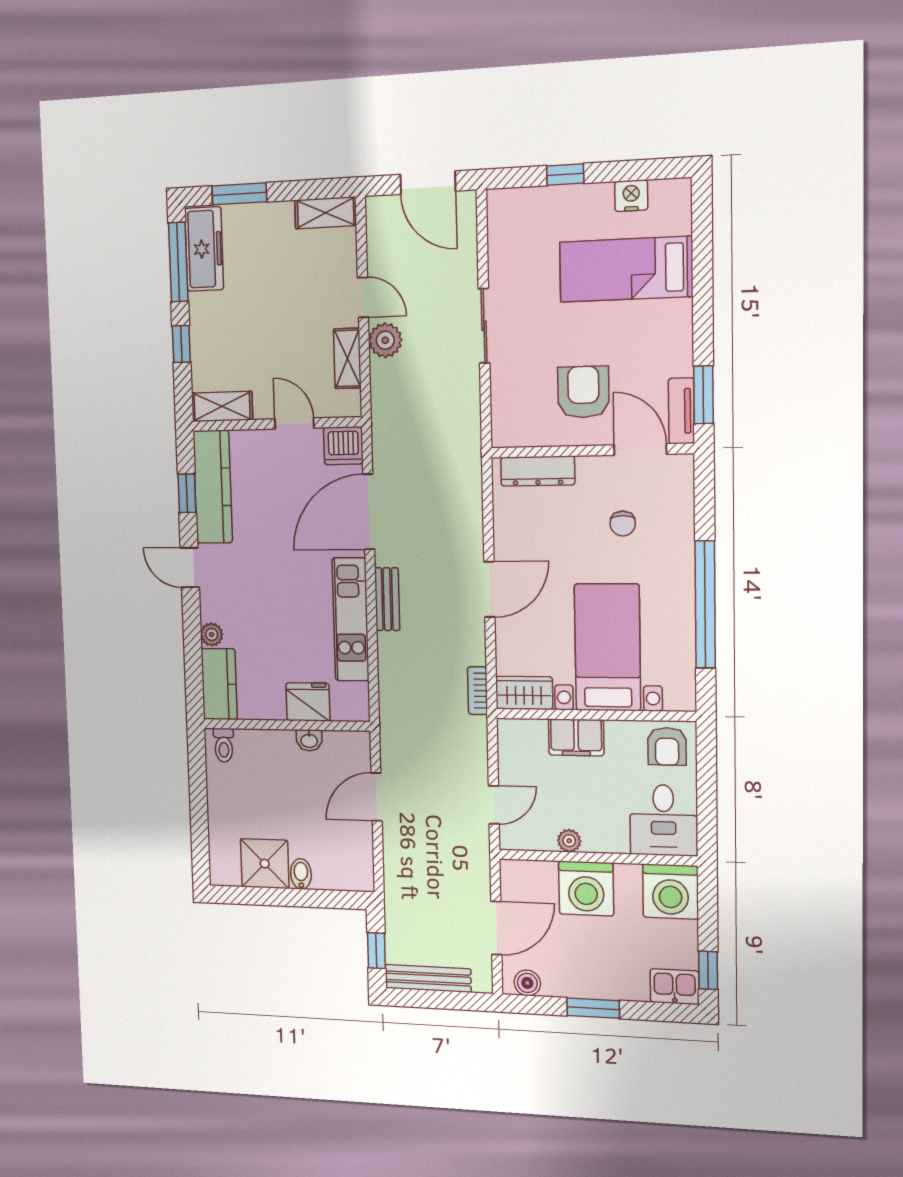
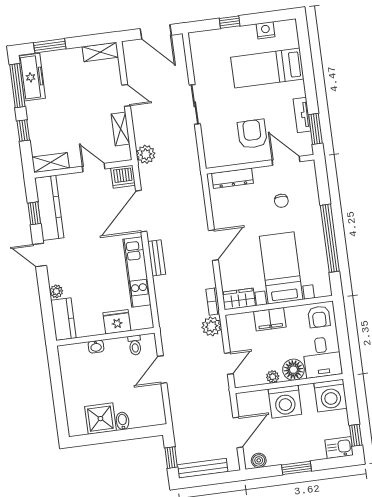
plant: (385, 340) -> (146, 154), moved
tv unit: (681, 411) -> (302, 115), moved
plant: (470, 735) -> (212, 326), added
washbasin: (309, 740) -> (96, 347), moved
toilet: (224, 745) -> (135, 345), moved
floor lamp: (608, 834) -> (293, 370), added

